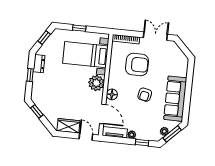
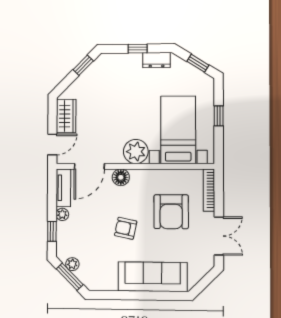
sofa: (175, 99) -> (153, 277), moved

